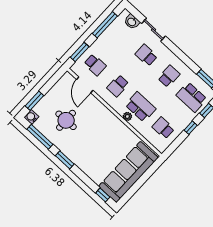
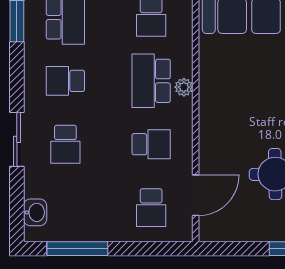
sliding door: (154, 30) -> (17, 139), moved
window: (80, 52) -> (153, 249), removed
school desk: (95, 65) -> (151, 208), turned 180

